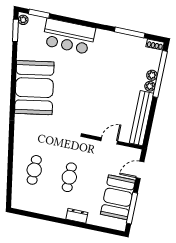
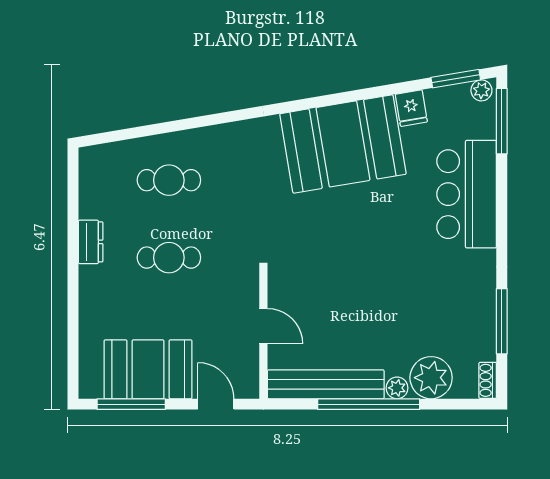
window: (39, 14) -> (502, 121), width x1.44
fridge: (25, 53) -> (411, 108), added
window: (160, 74) -> (369, 404), moved
plant: (152, 75) -> (431, 378), width x1.87, depth x1.87
dresser: (77, 216) -> (91, 242), moved

